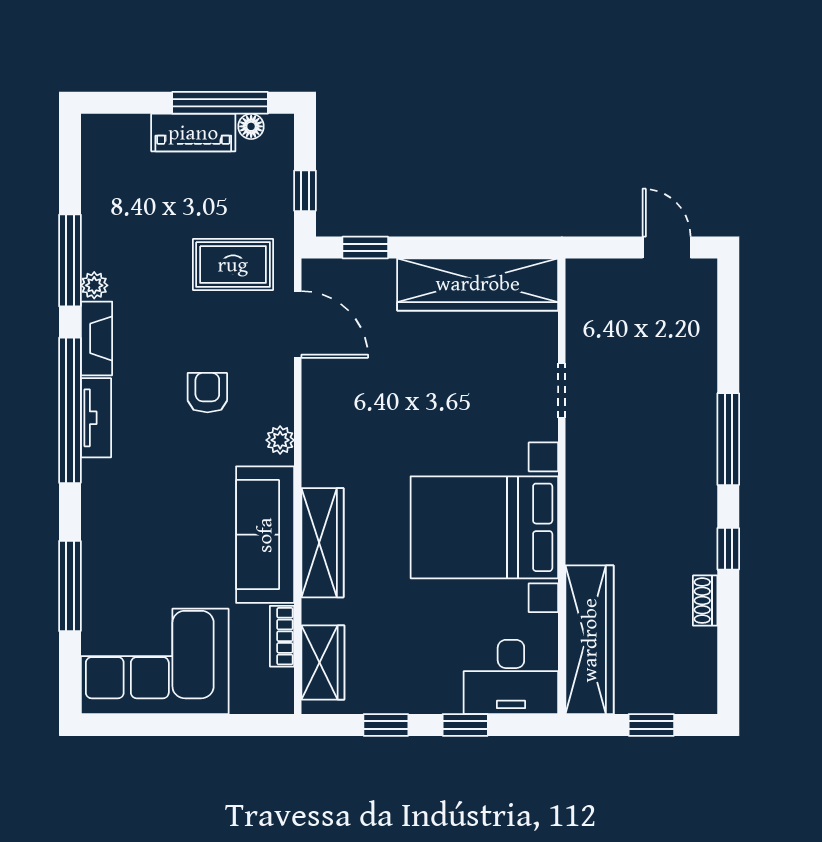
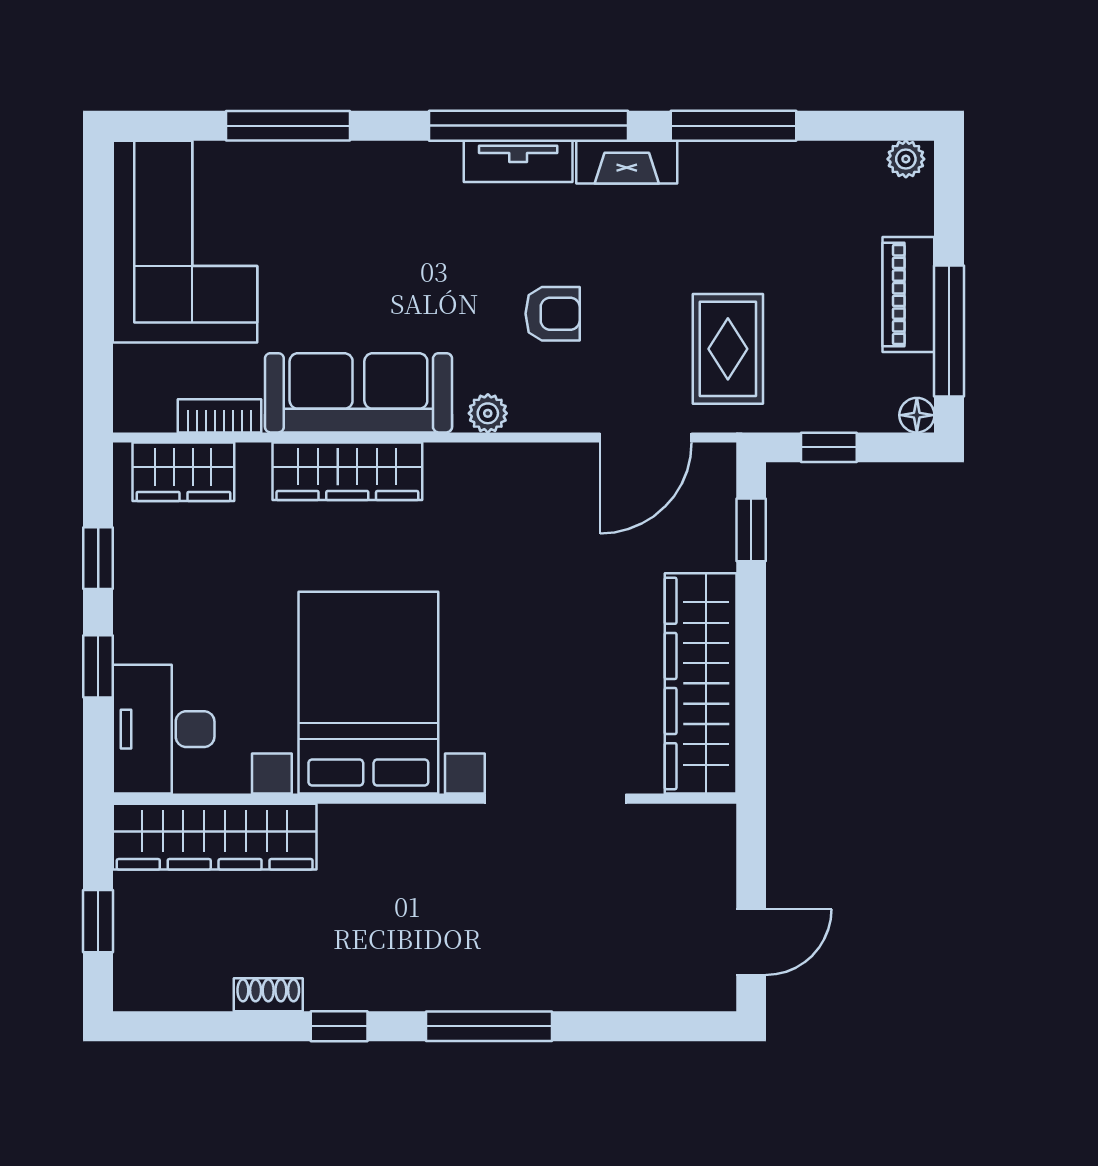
floor lamp: (251, 126) -> (917, 415), moved
plant: (94, 285) -> (906, 159), moved
doorway: (562, 391) -> (555, 799), width x1.88

